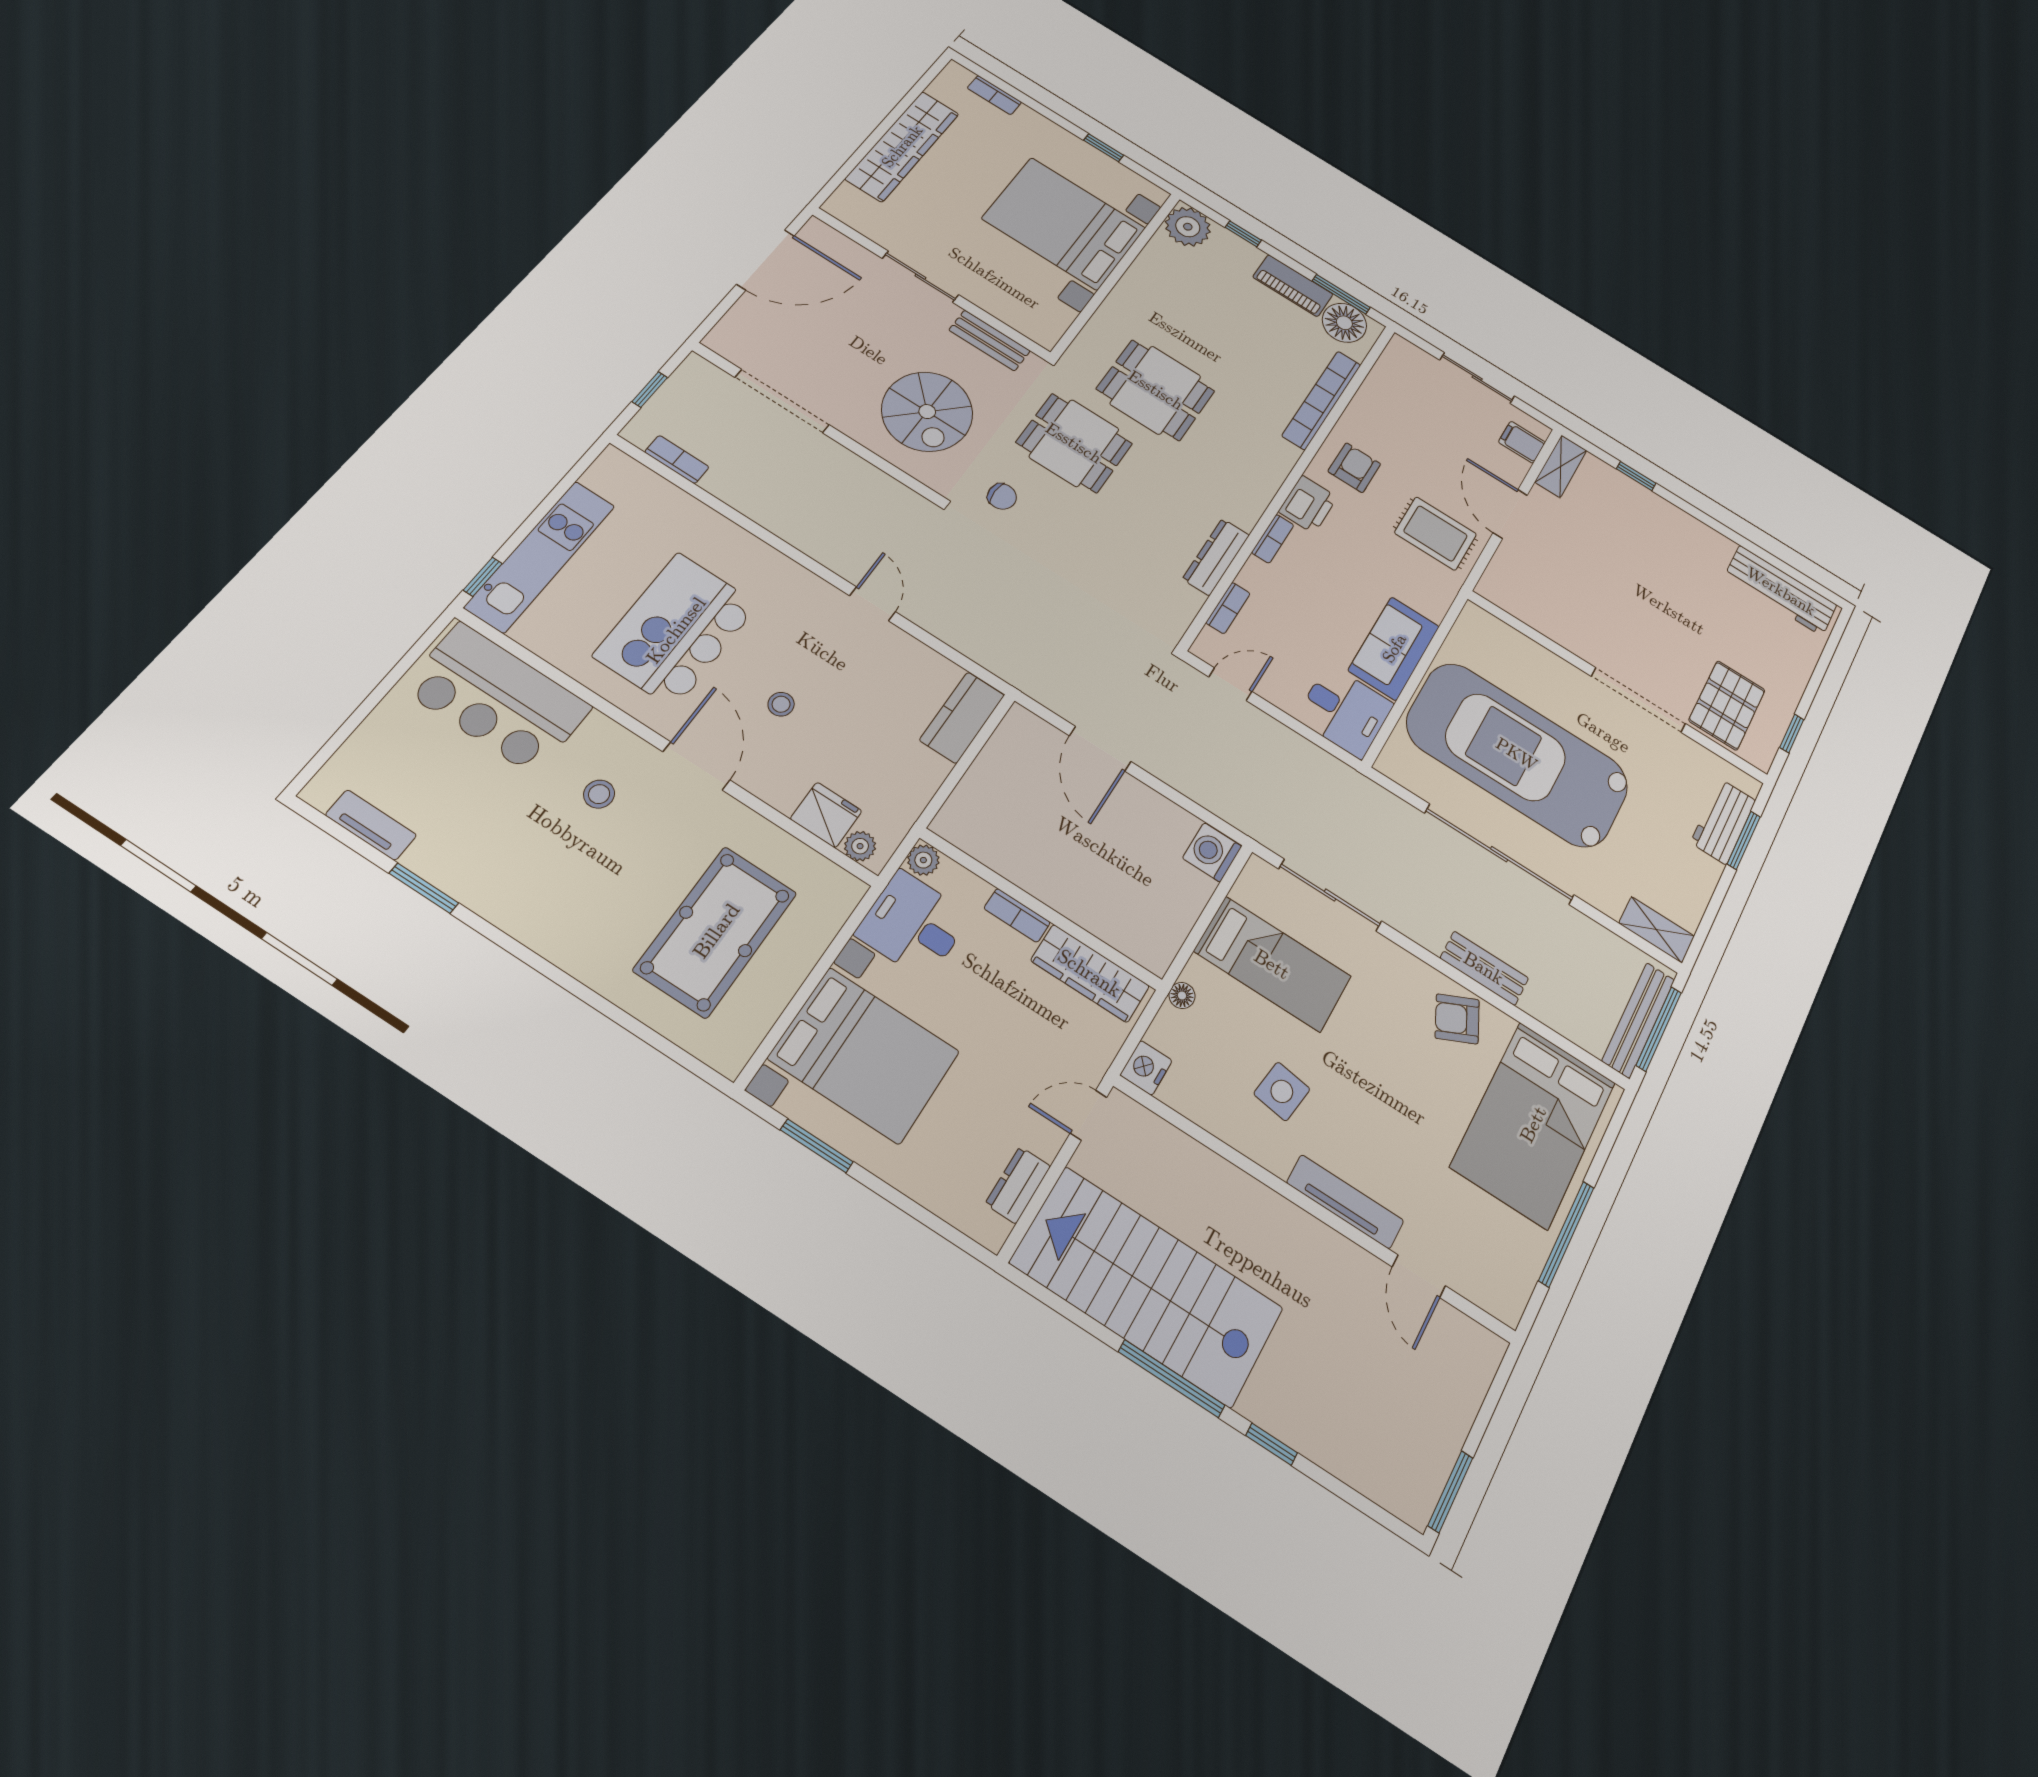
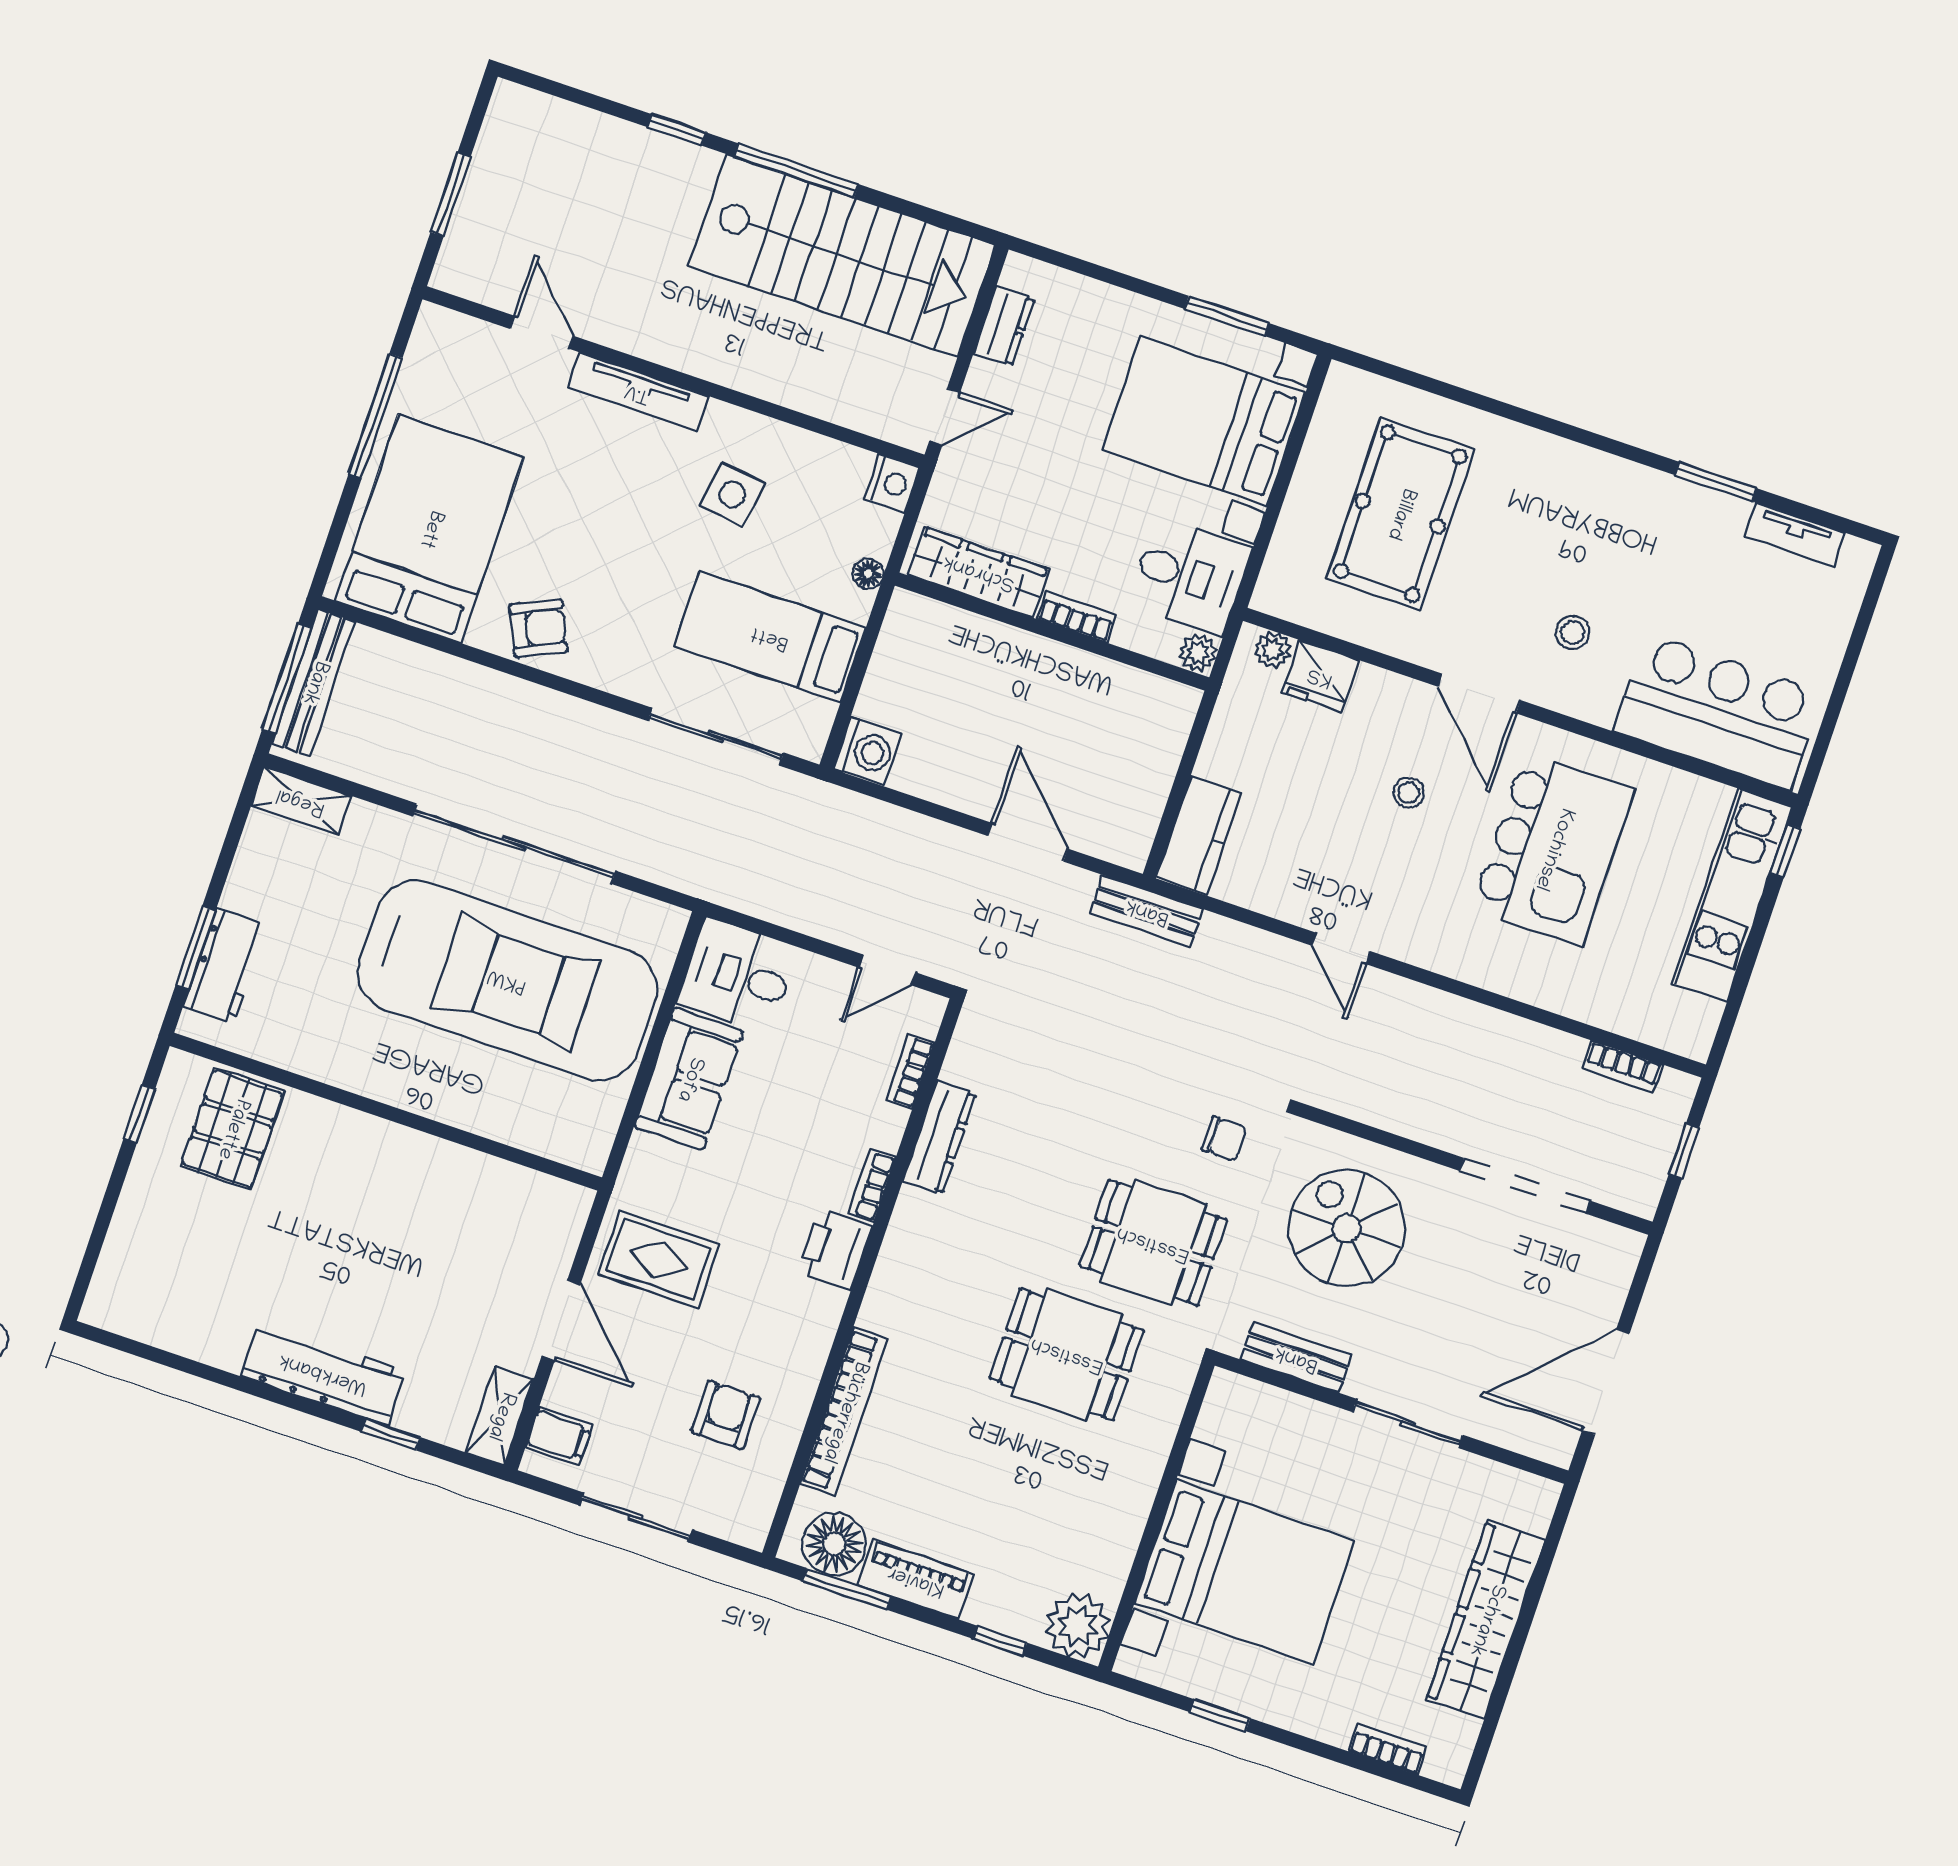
armchair: (1354, 468) -> (726, 1415), moved, turned 180
chair: (1002, 497) -> (1225, 1139), turned 180
workbench: (1781, 591) -> (323, 1373), moved
doorway: (1638, 700) -> (355, 1101), removed
bench: (1484, 968) -> (1147, 911), moved
window: (1450, 1492) -> (451, 194), moved

